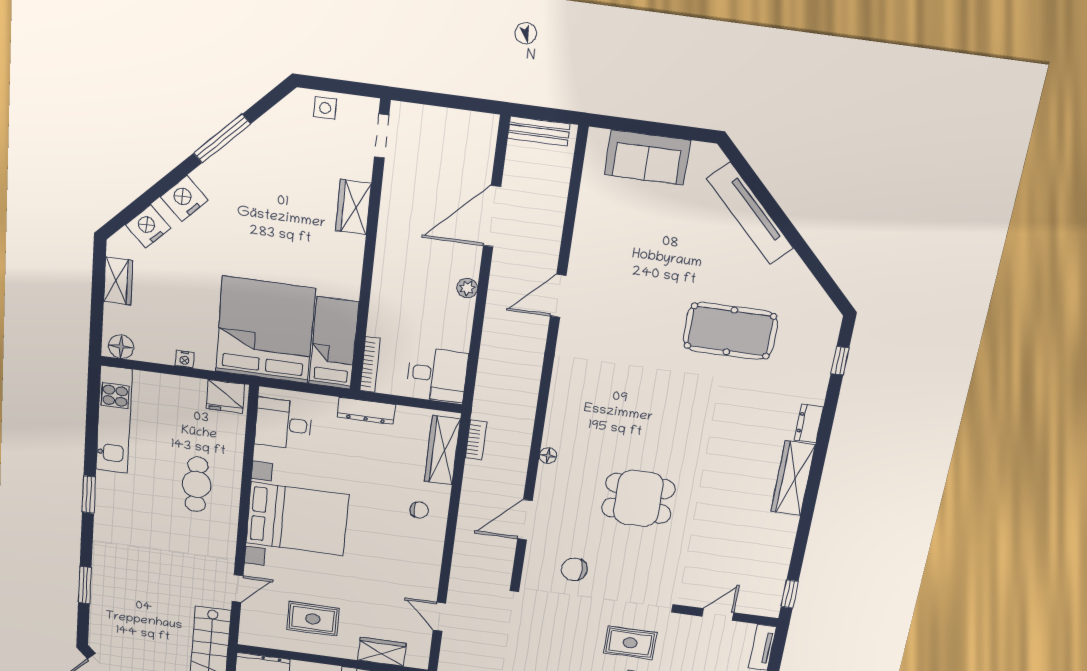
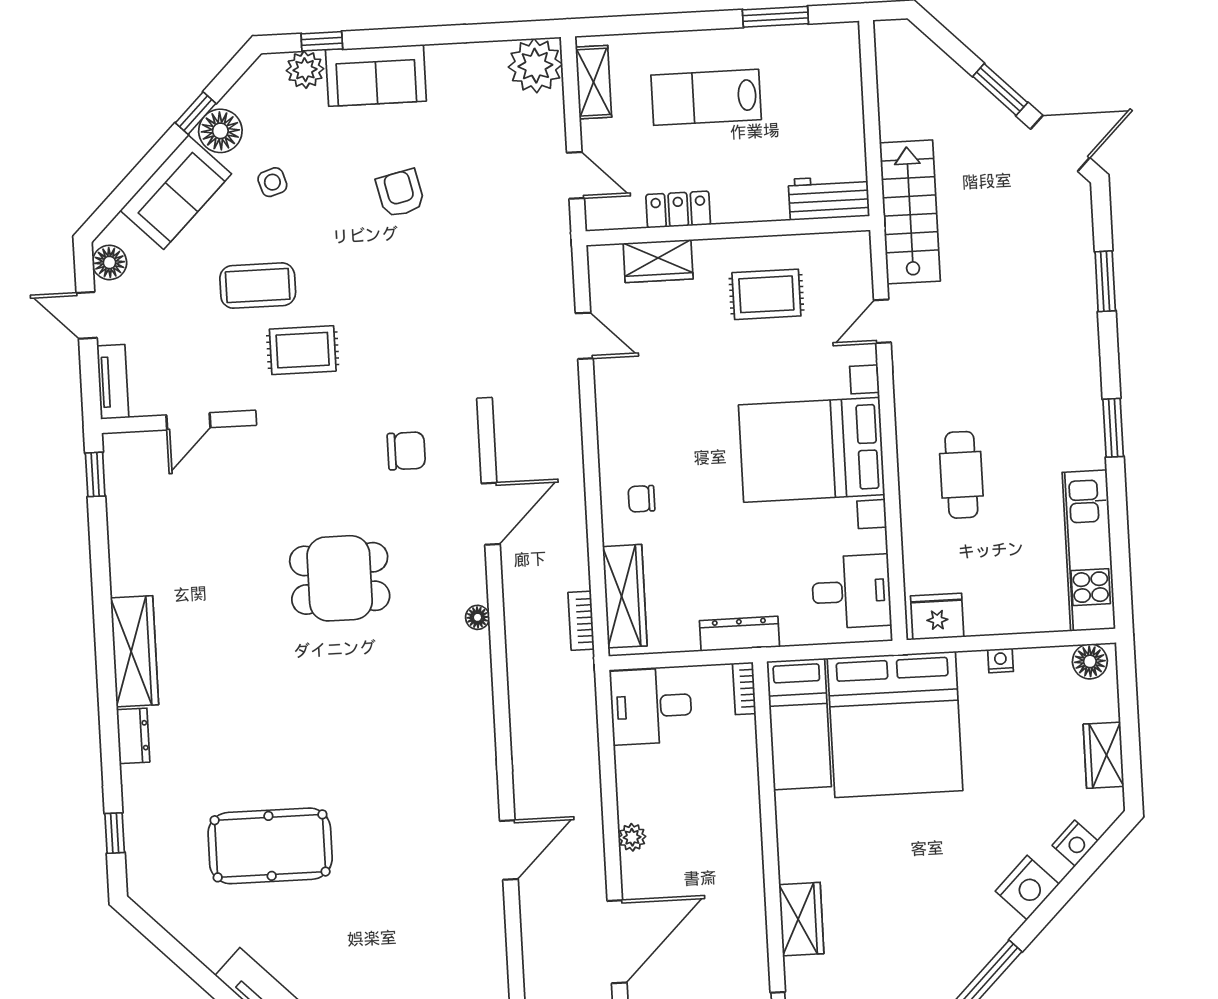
nightstand: (148, 226) -> (1075, 843), width x0.74, depth x0.75
bookcase: (370, 364) -> (744, 688), width x0.64

